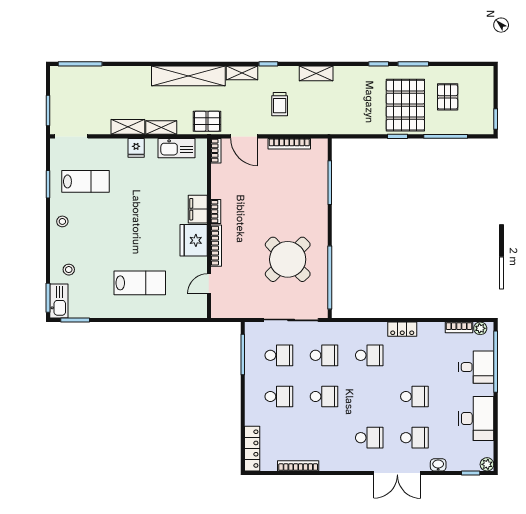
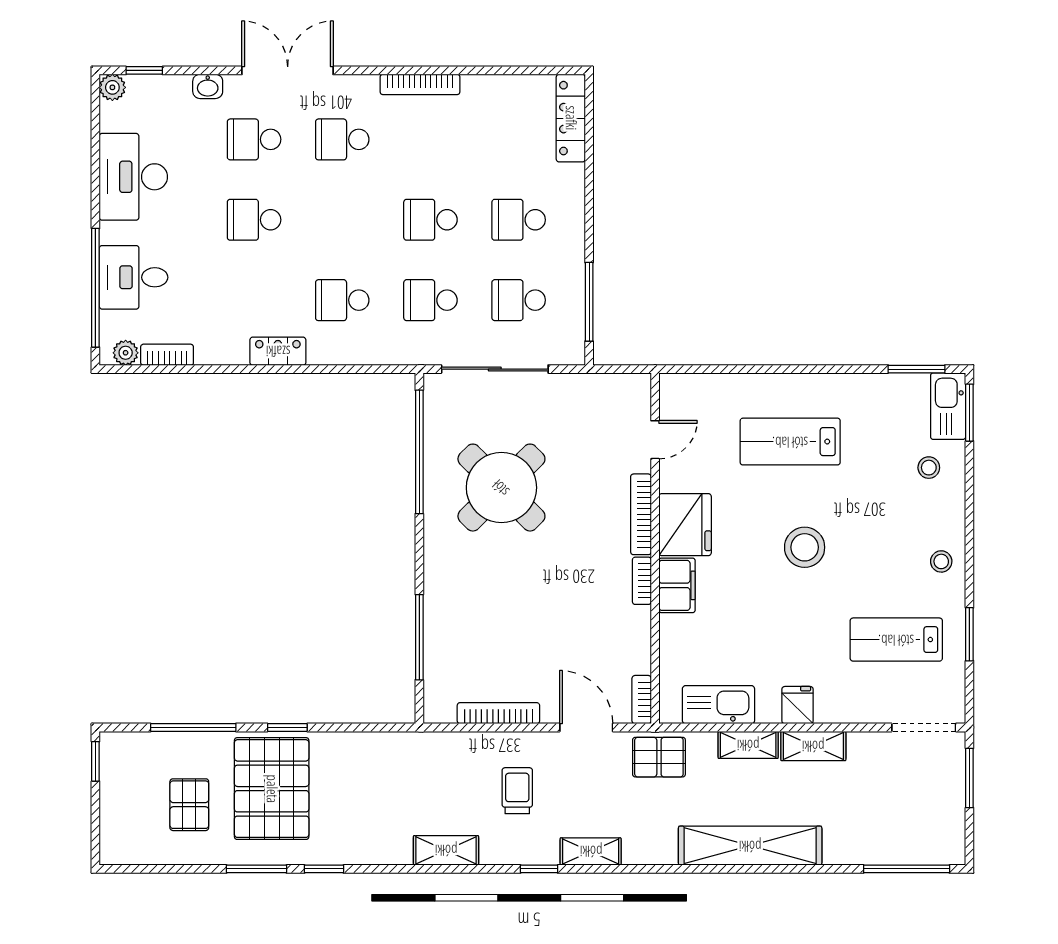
shelving: (188, 76) -> (750, 846), moved
stool: (132, 229) -> (805, 547), added
bookcase: (298, 466) -> (420, 84), moved

